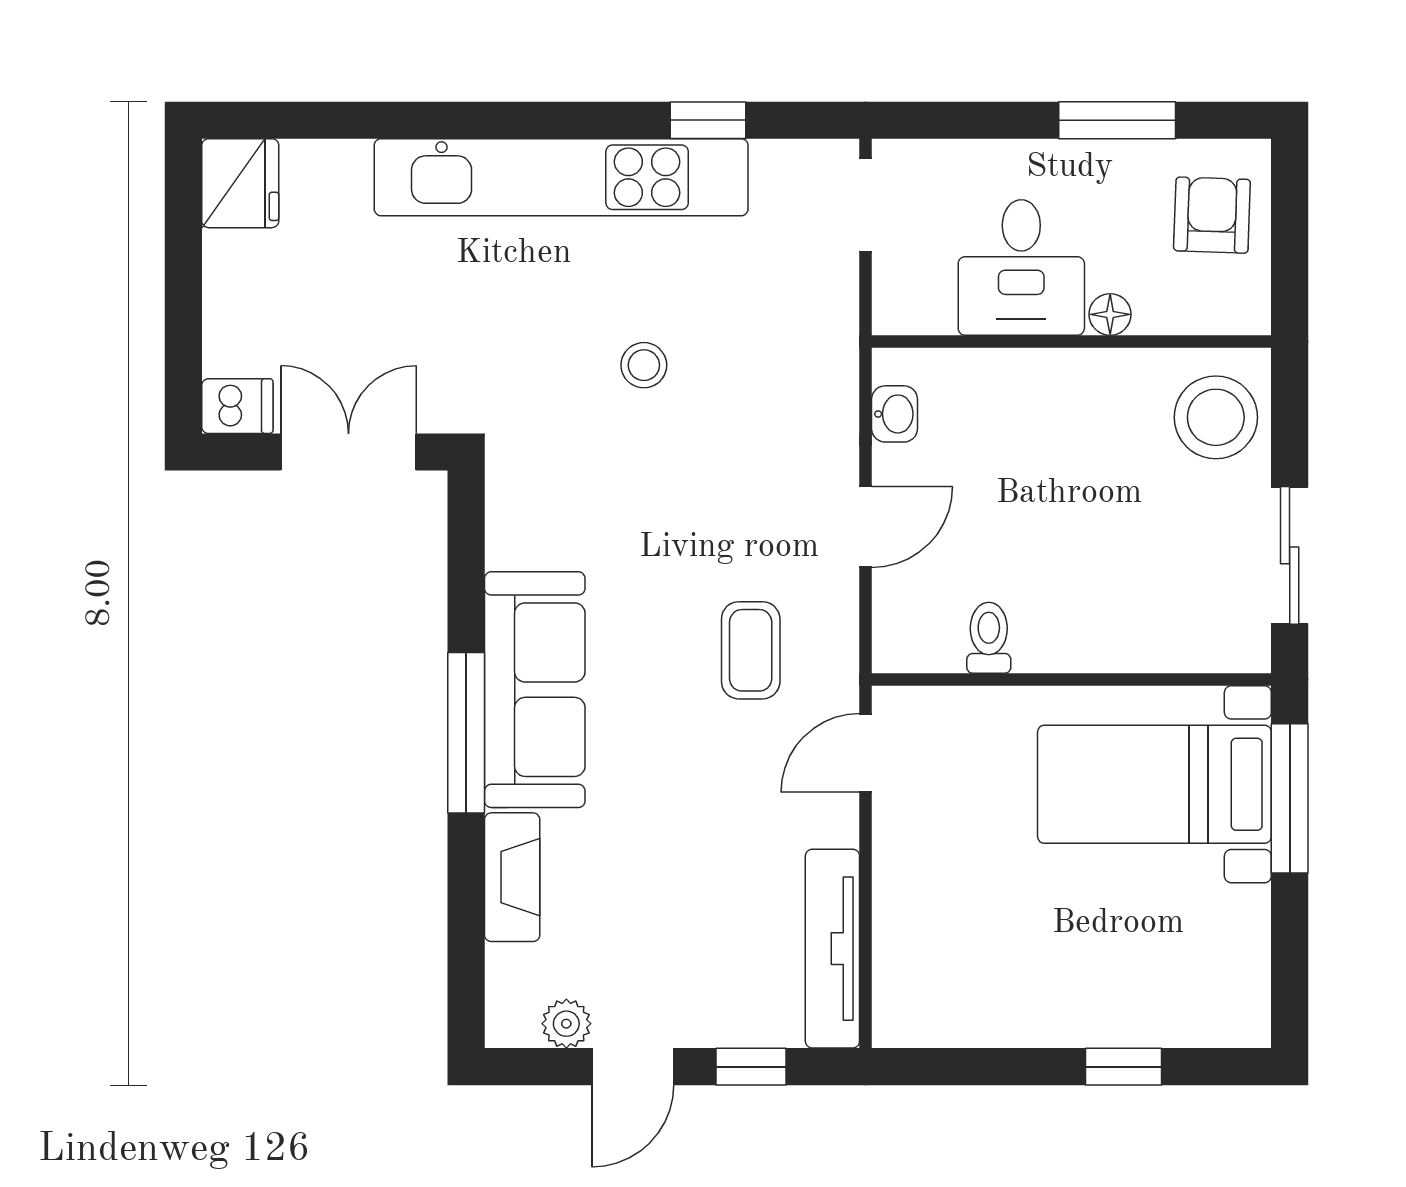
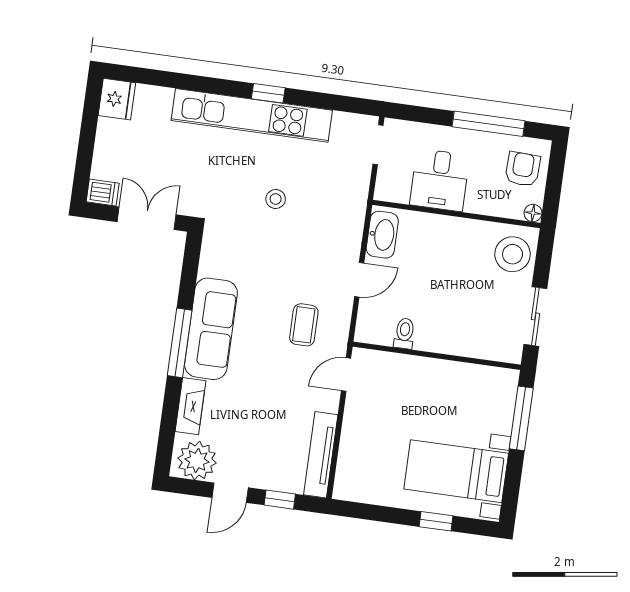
window: (708, 120) -> (268, 93), moved
window: (1117, 120) -> (488, 124), width x1.44
floor lamp: (1110, 314) -> (533, 213), moved
washbasin: (895, 414) -> (382, 235), width x1.91, depth x1.45
bed with nightstands: (1154, 784) -> (456, 471), moved
plant: (566, 1024) -> (197, 461), width x1.87, depth x1.87

